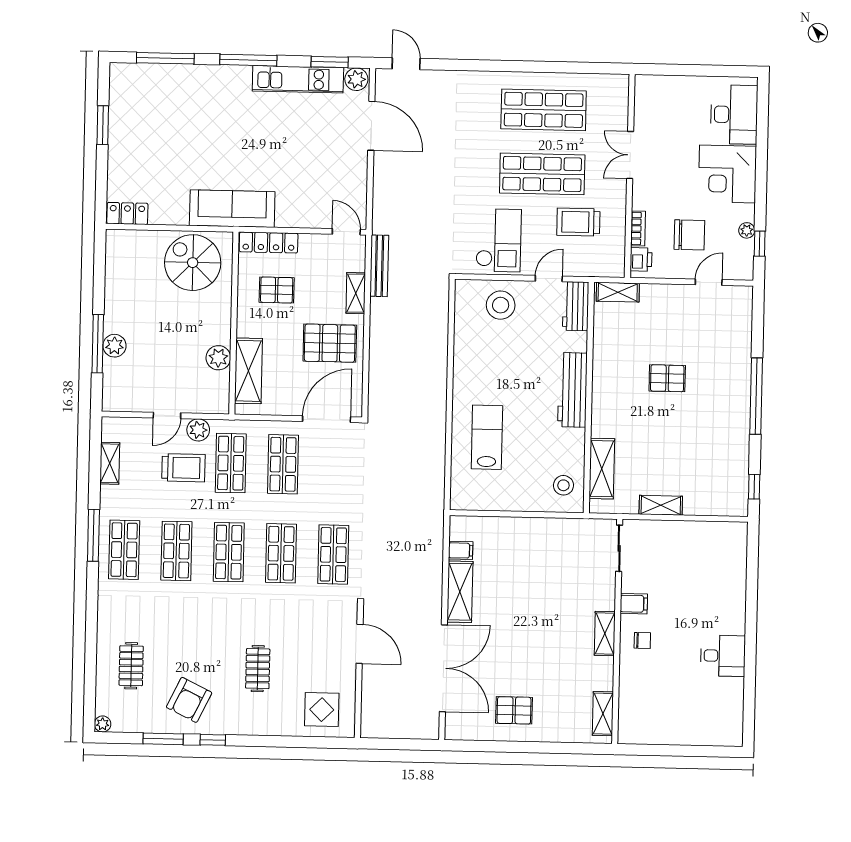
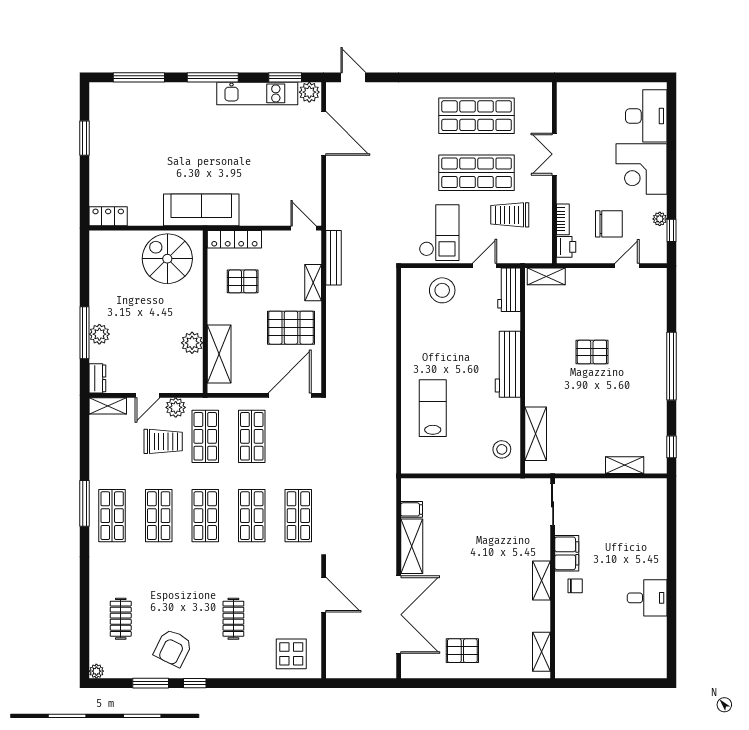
dresser: (111, 395) -> (97, 378), added
shelving: (110, 463) -> (108, 406), moved, turned 90
shelving: (661, 505) -> (625, 465), moved
filing cabinet: (634, 604) -> (567, 553), width x2.00

